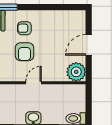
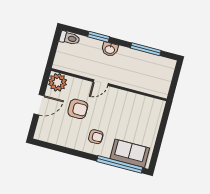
armchair: (24, 52) -> (78, 109), moved, turned 90

